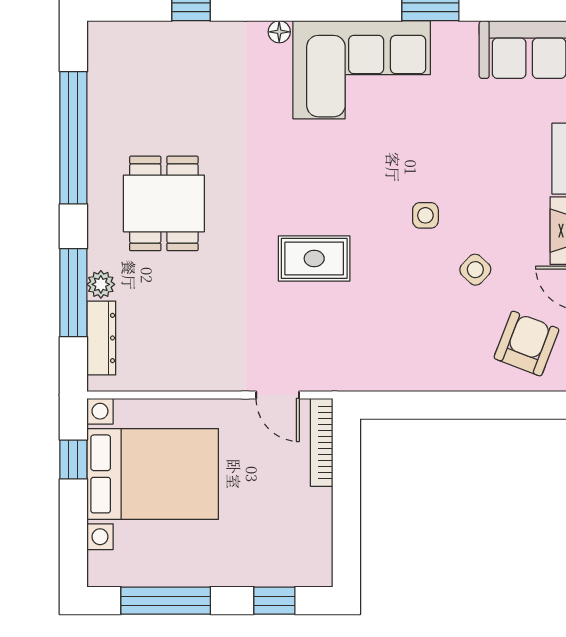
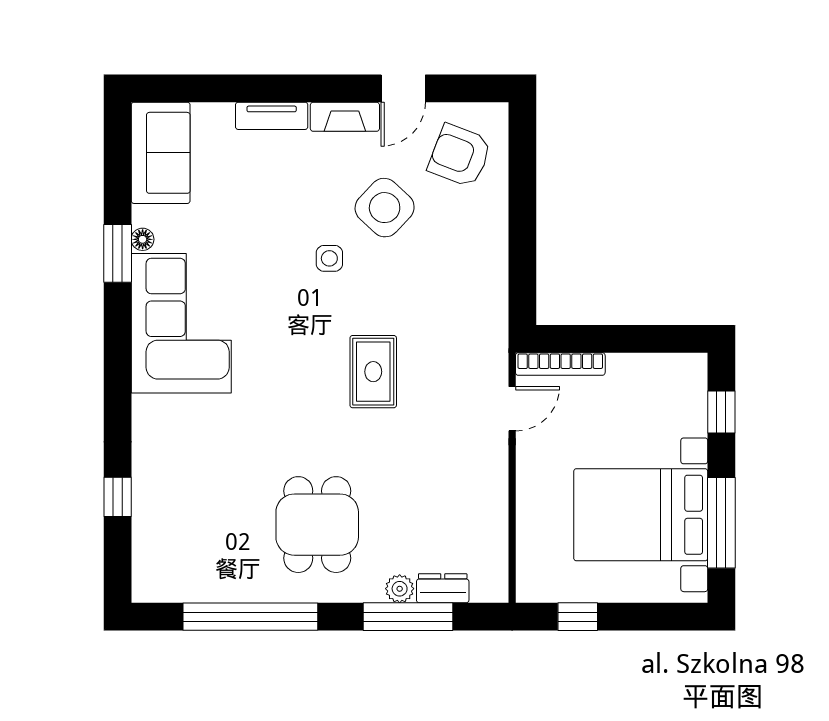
floor lamp: (279, 32) -> (143, 239), moved
dining table: (164, 203) -> (317, 525), turned 90
side table: (475, 270) -> (385, 208), width x1.87, depth x1.87
dresser: (101, 338) -> (443, 588), width x0.70
bed with nightstands: (153, 474) -> (641, 515), moved, turned -90

